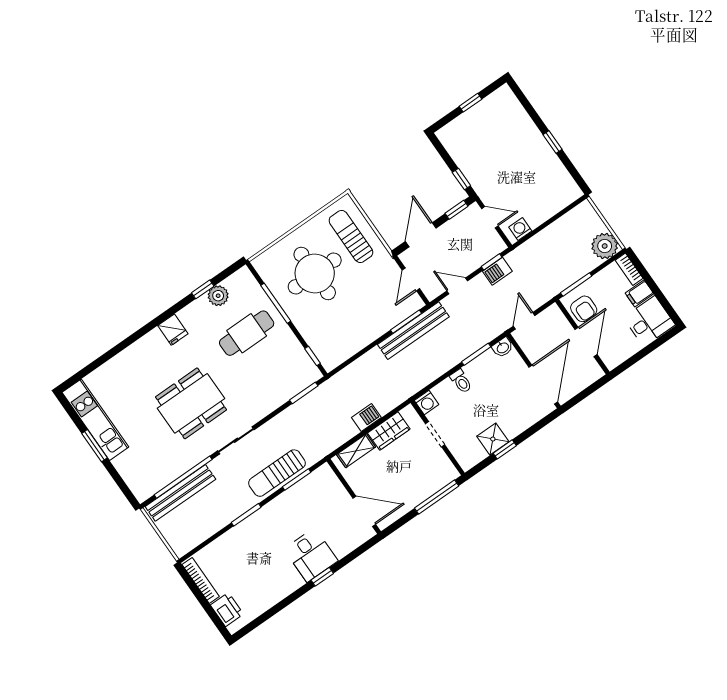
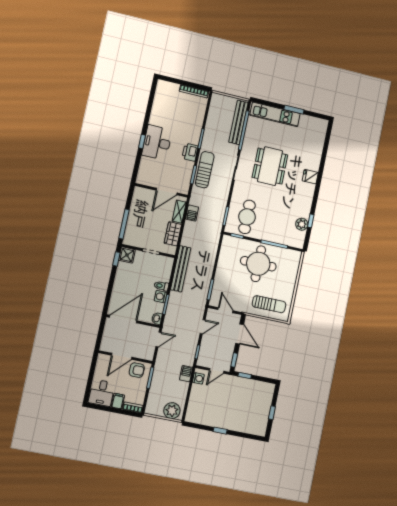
plant: (605, 246) -> (172, 411), moved
barbecue: (497, 271) -> (186, 374), moved
round table: (315, 274) -> (258, 264), moved
armchair: (584, 309) -> (137, 370), turned 180
door: (524, 321) -> (158, 339), hinge flipped
fridge: (173, 330) -> (310, 177), moved
bench: (413, 331) -> (181, 269), moved
cafe table: (247, 333) -> (247, 217), moved
door: (586, 342) -> (122, 356), hinge flipped
door: (543, 385) -> (123, 319), swing flipped
washing machine: (427, 402) -> (161, 297), moved
barbecue: (366, 418) -> (192, 213), moved
kitchen unit: (95, 420) -> (275, 114), moved
shower: (493, 439) -> (127, 255), moved
window: (505, 449) -> (116, 259), moved
door: (364, 511) -> (167, 192), moved
desk: (311, 555) -> (157, 142), width x1.37
printer: (227, 610) -> (190, 152), moved, turned 90

